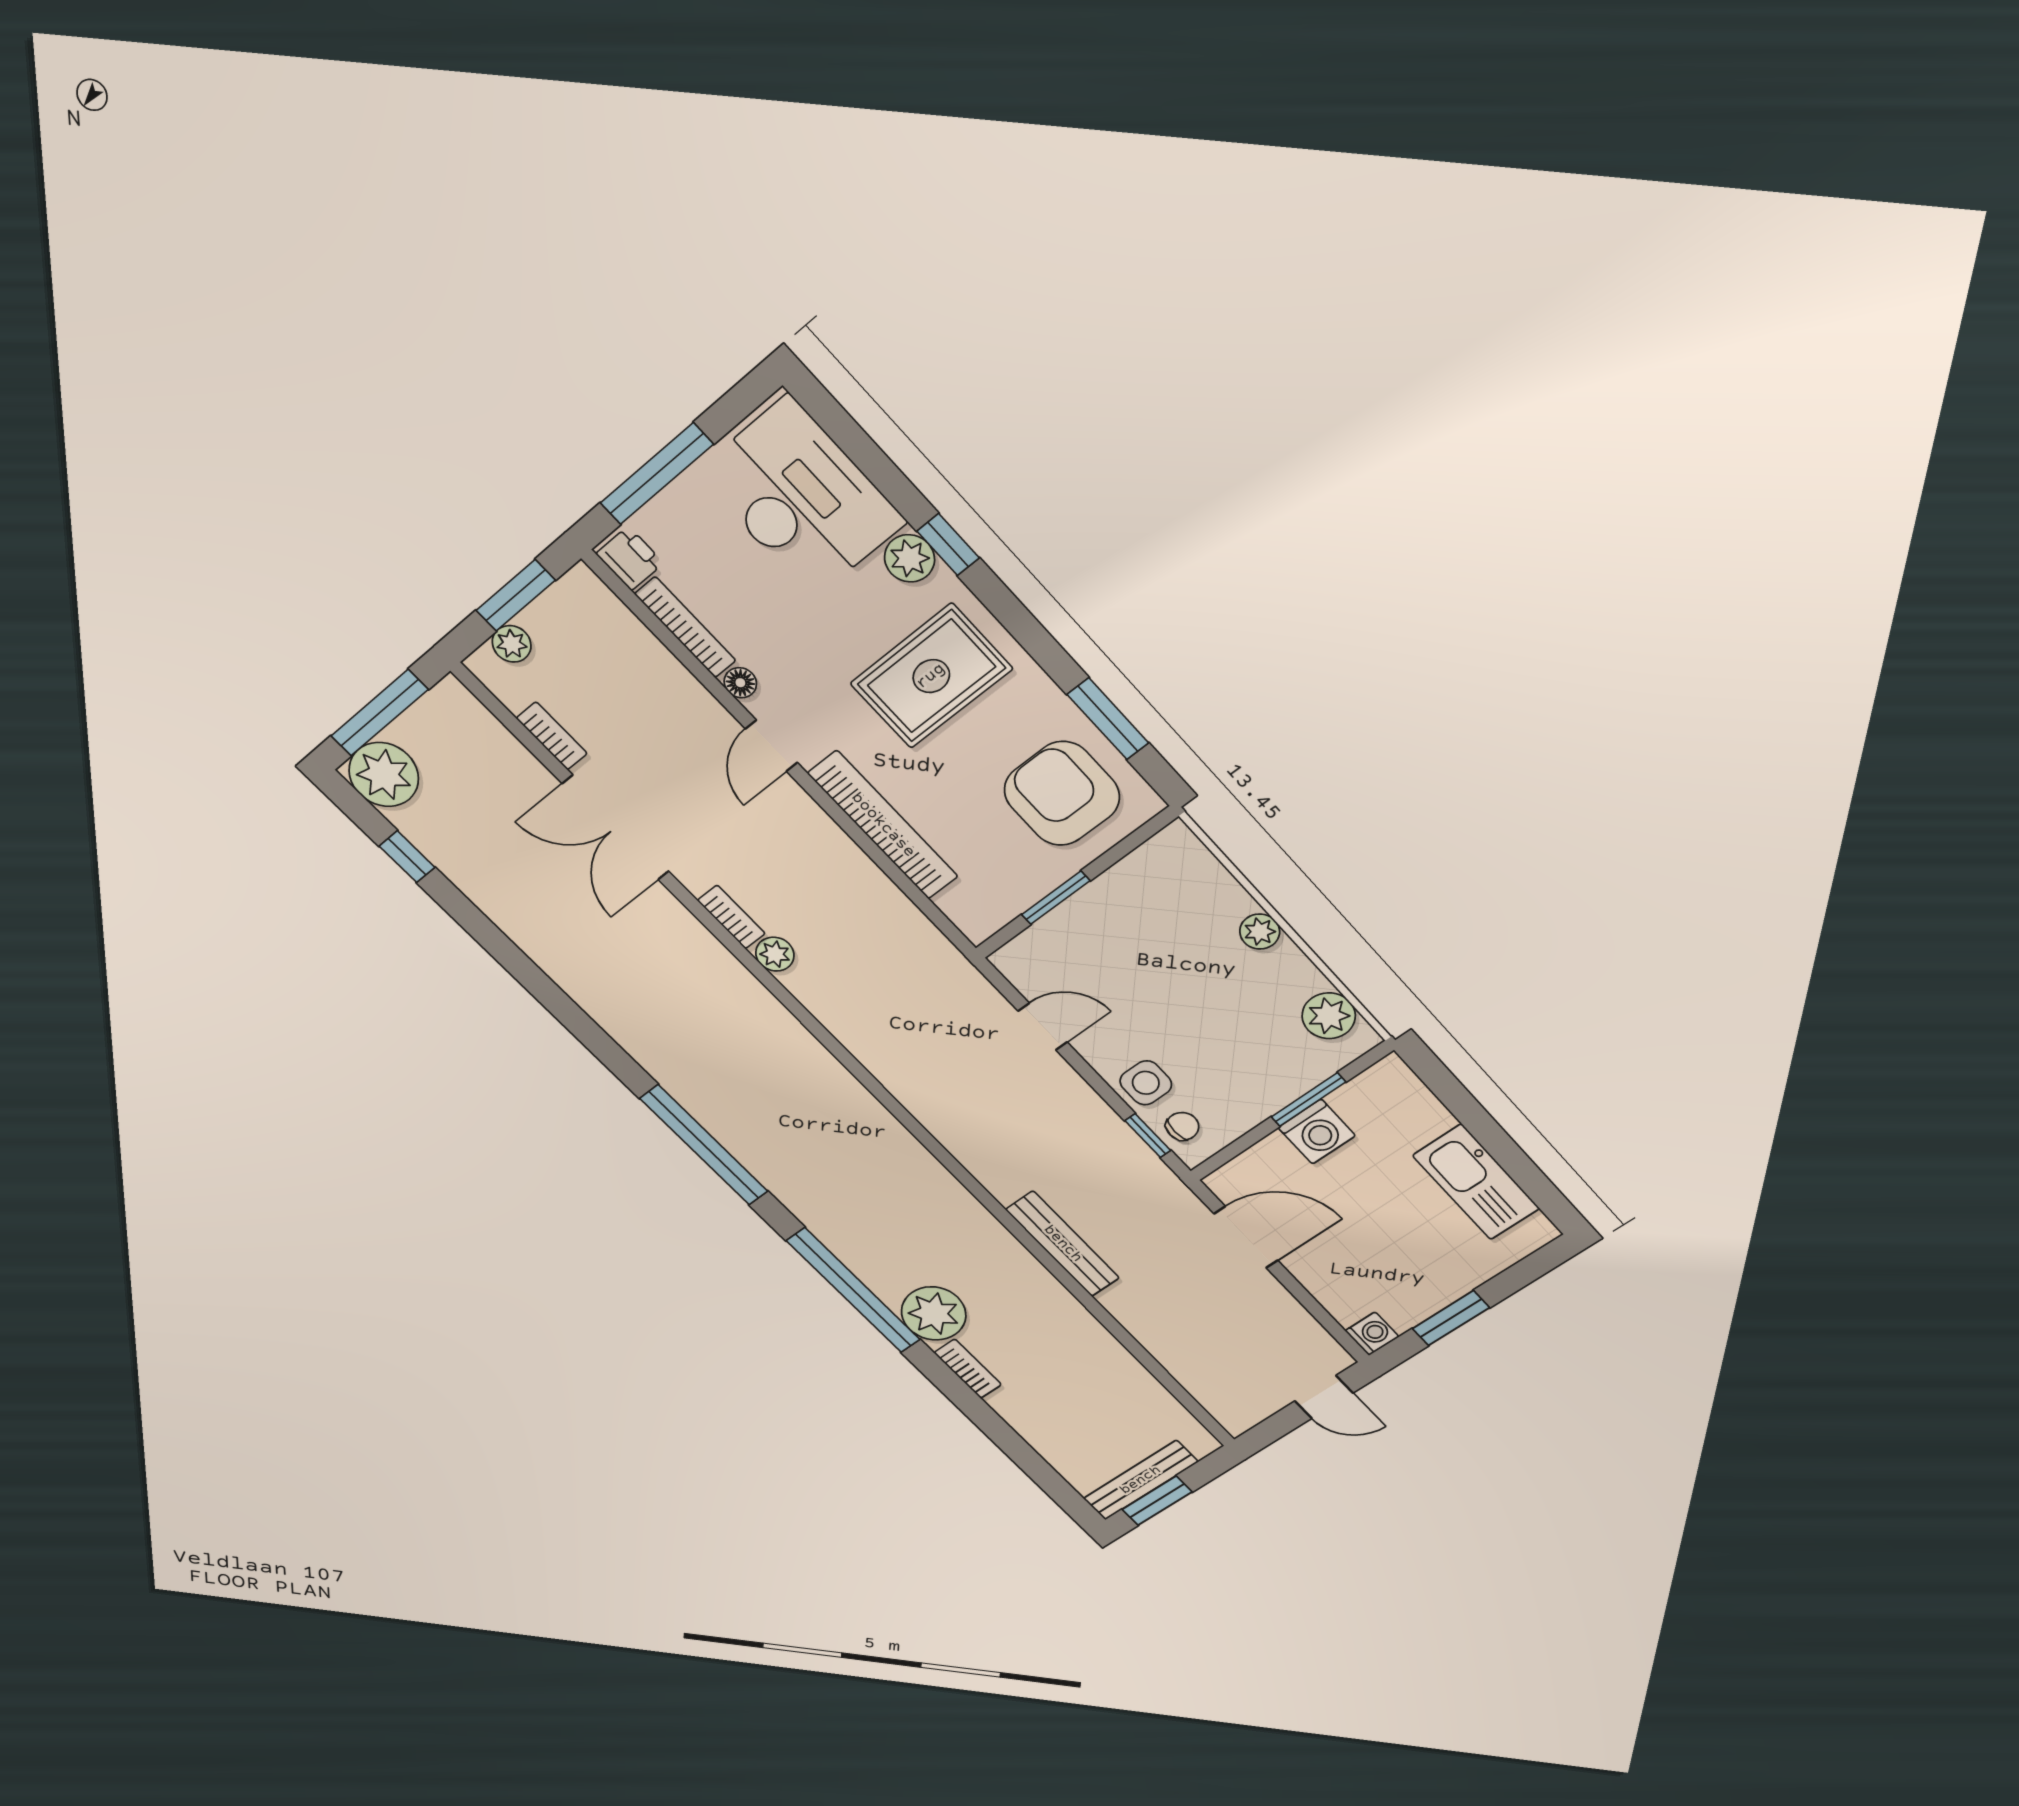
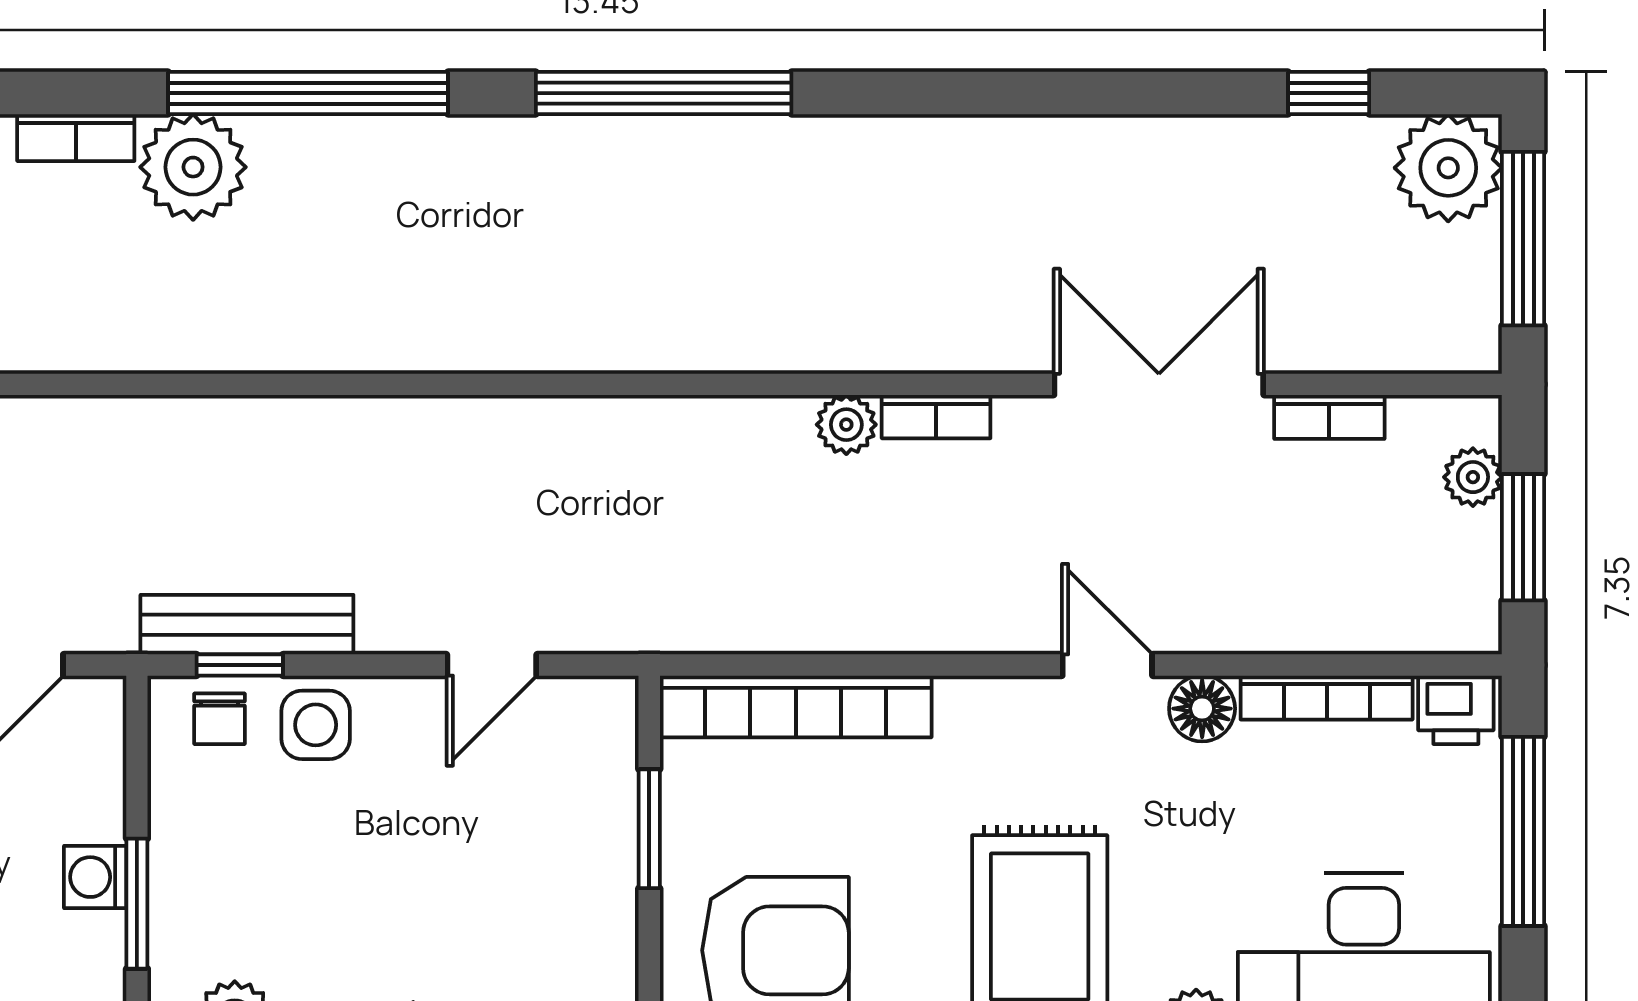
floor lamp: (740, 683) -> (1202, 709), width x1.37, depth x1.37
bookcase: (883, 825) -> (796, 706), moved
washing machine: (1317, 1132) -> (95, 877), width x0.73, depth x0.73
bench: (1063, 1244) -> (247, 625), moved

